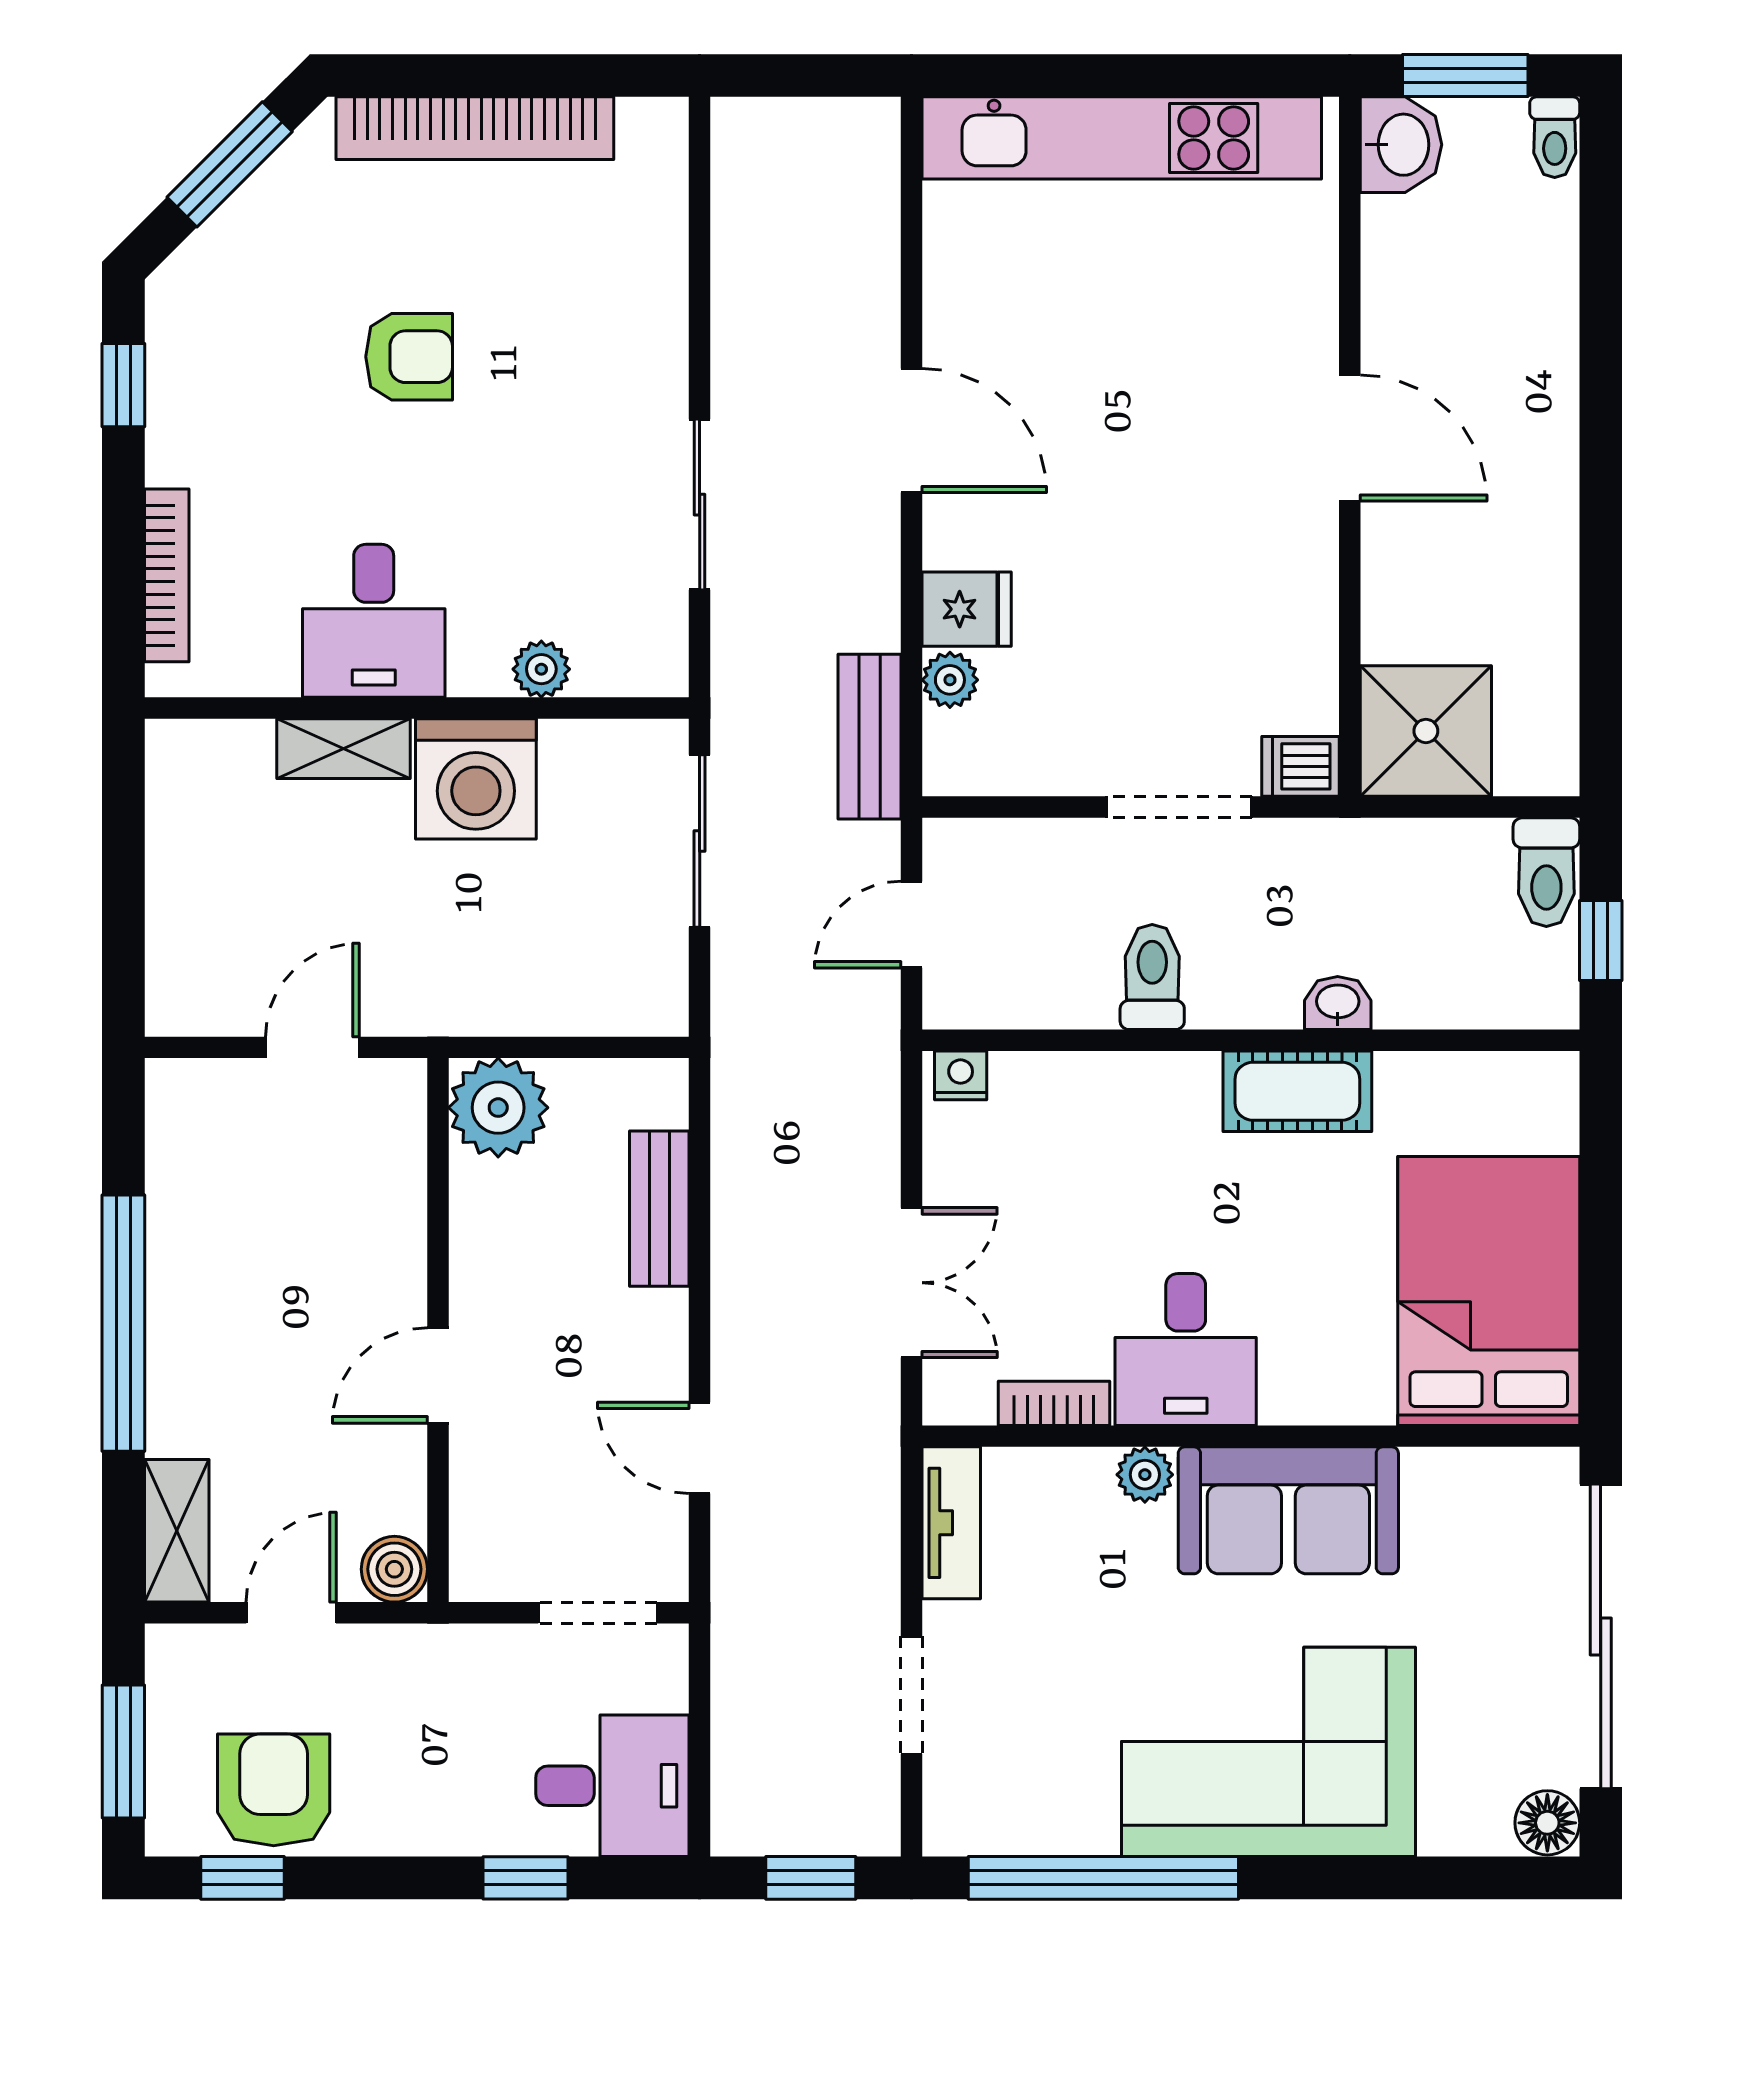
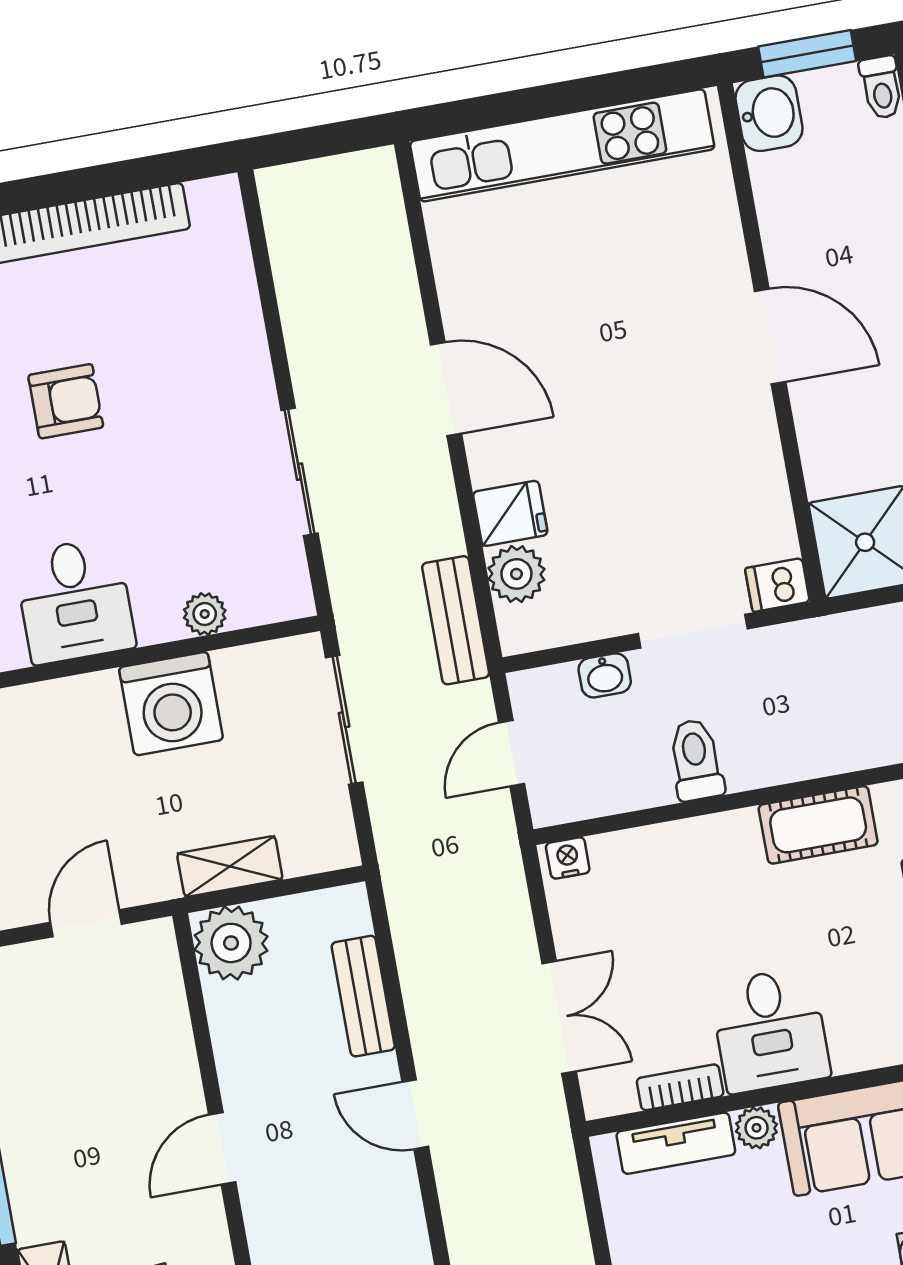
plant: (950, 680) -> (516, 574), width x1.38, depth x1.38
shelving: (343, 749) -> (230, 867), moved
washbasin: (1338, 1003) -> (605, 675), moved, turned 180
door: (700, 1448) -> (415, 1114), moved
tv unit: (951, 1523) -> (676, 1143), moved, turned 90

